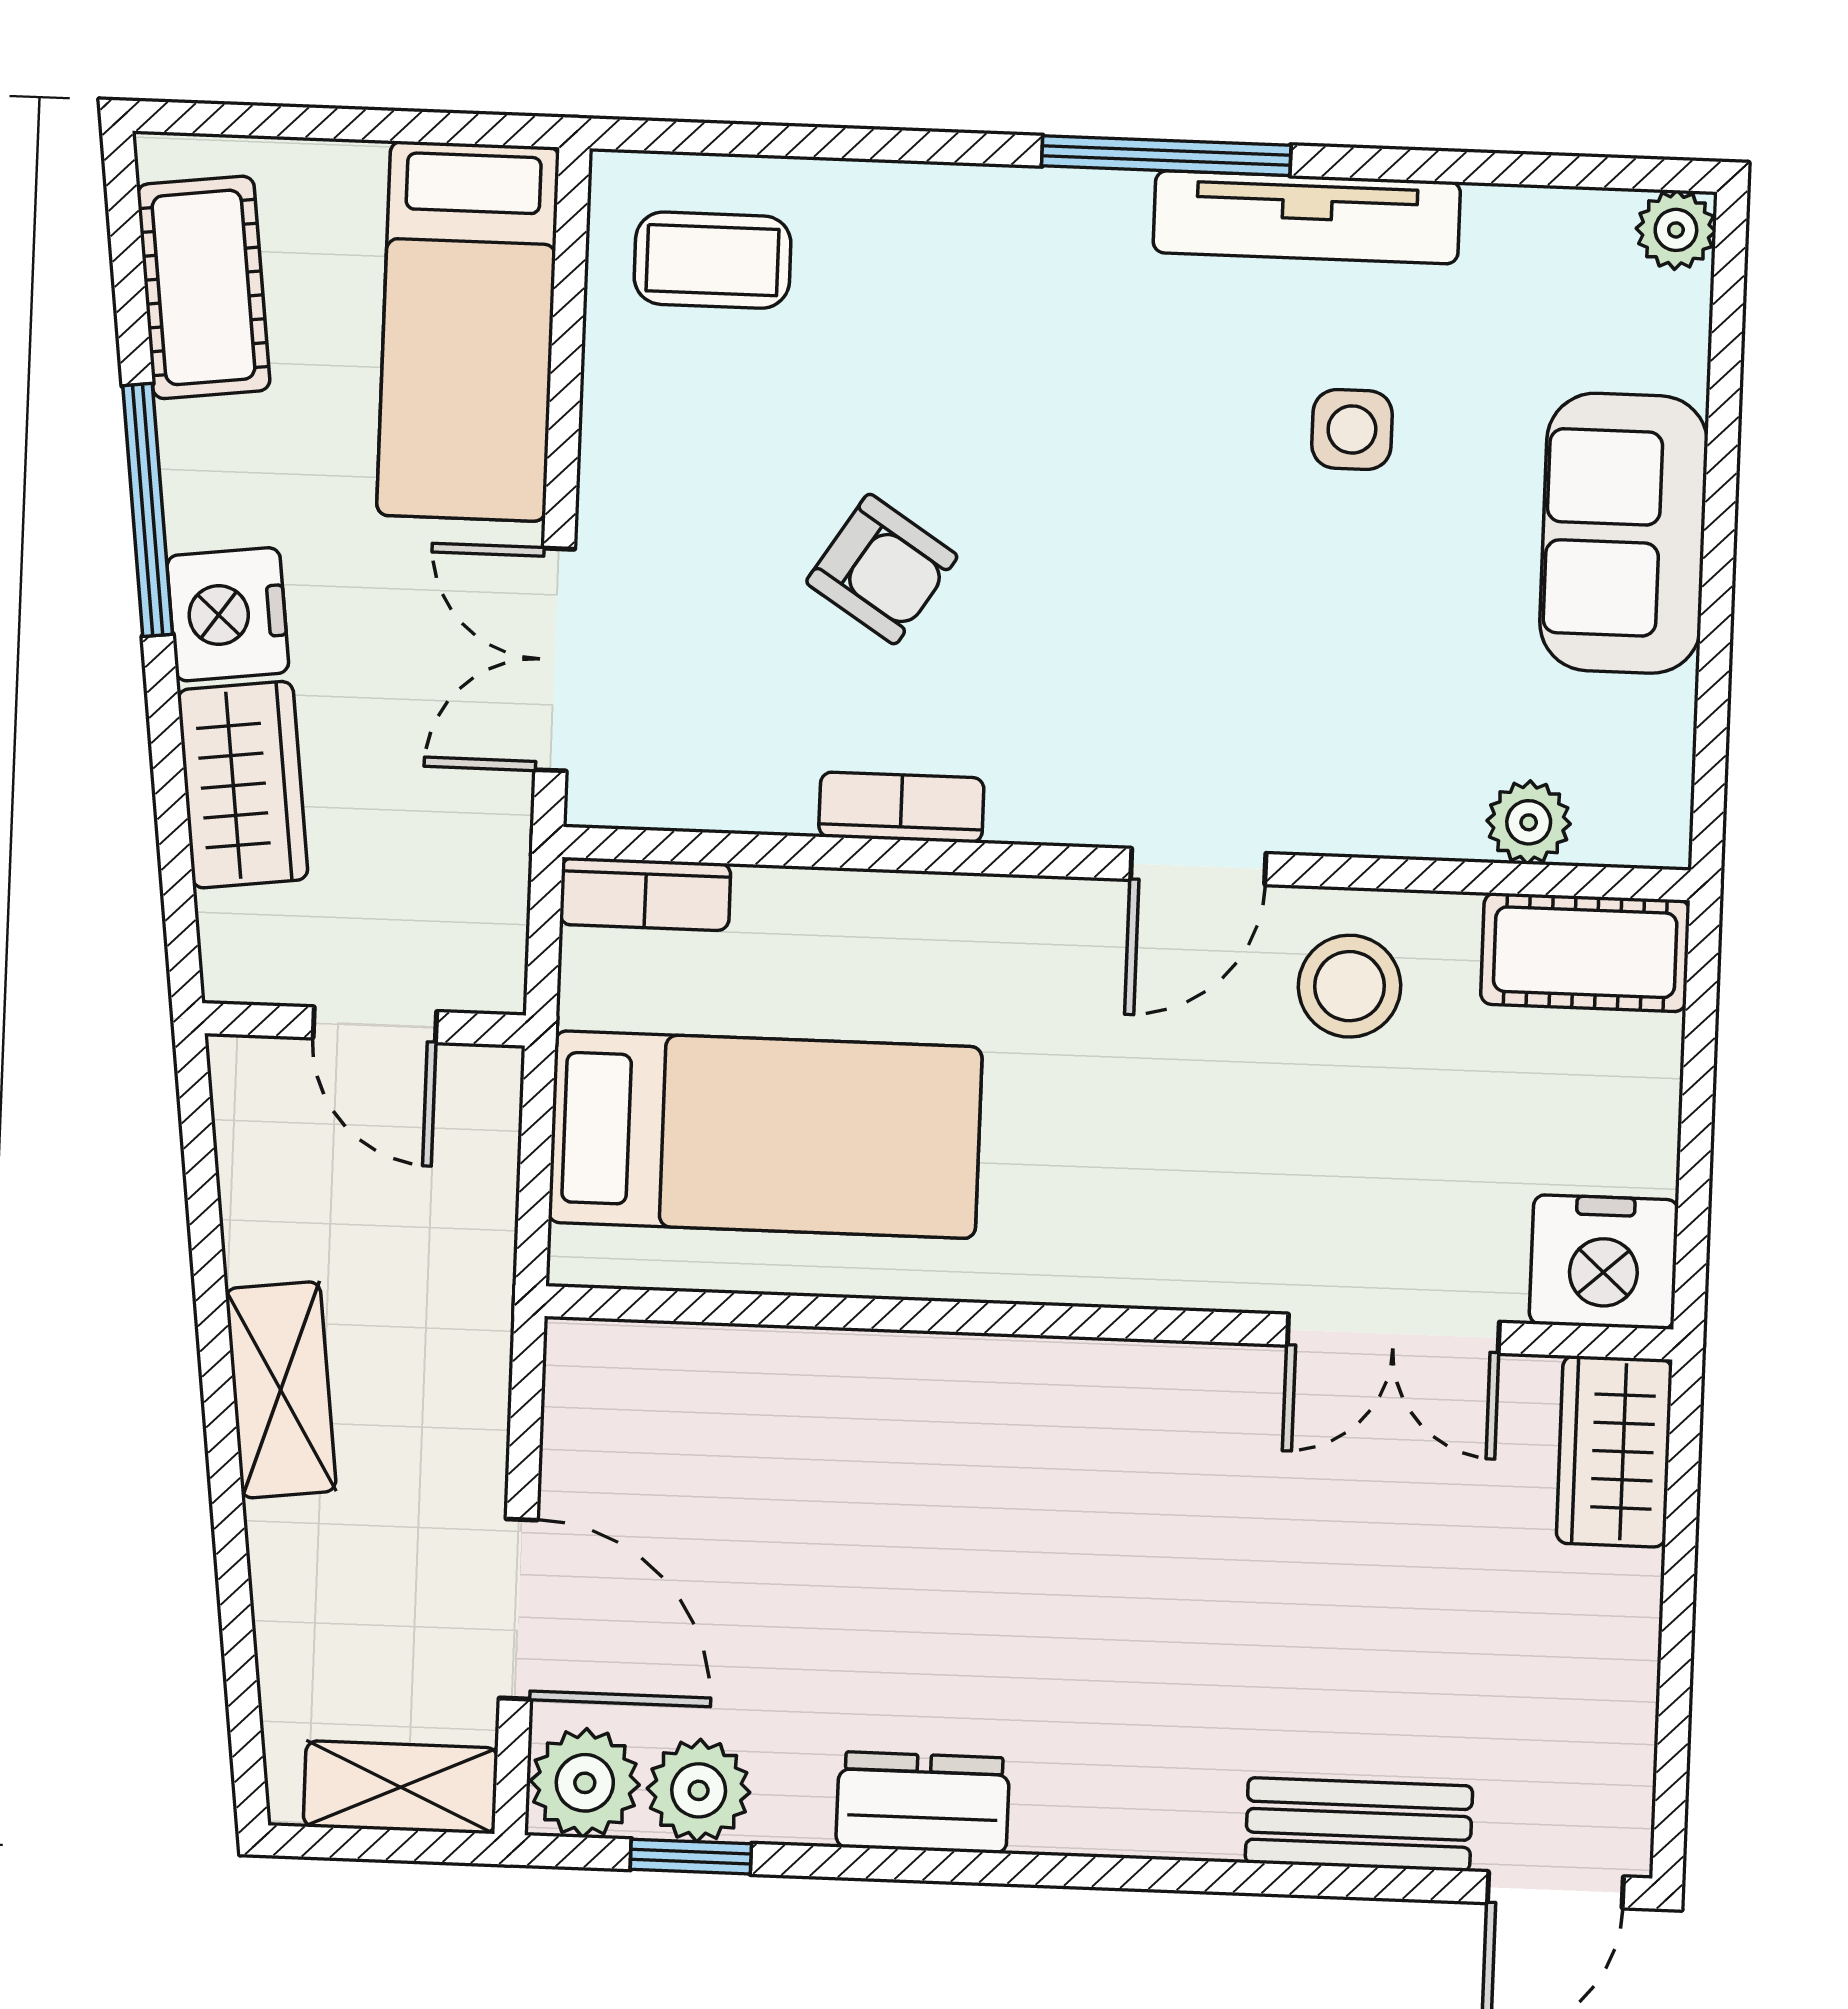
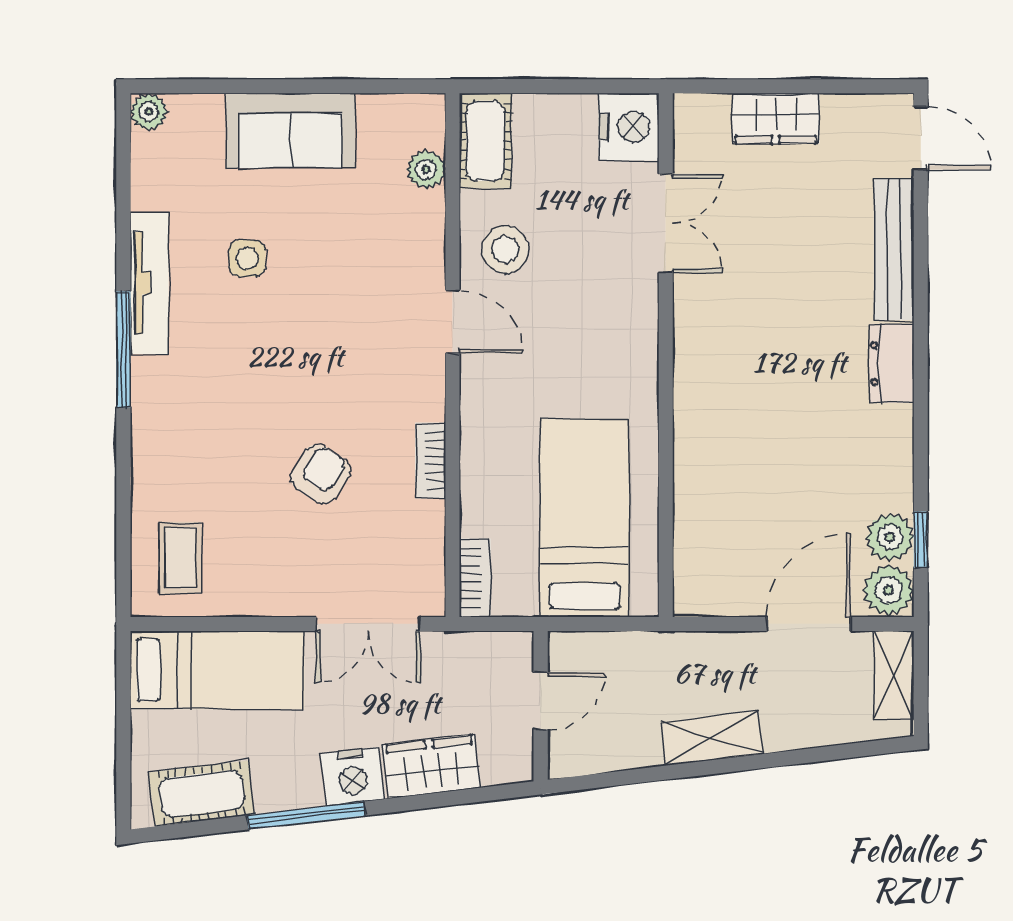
wardrobe: (1614, 1451) -> (776, 119), moved
dresser: (923, 1803) -> (892, 363), moved
bench: (1359, 1824) -> (894, 249), width x1.36

